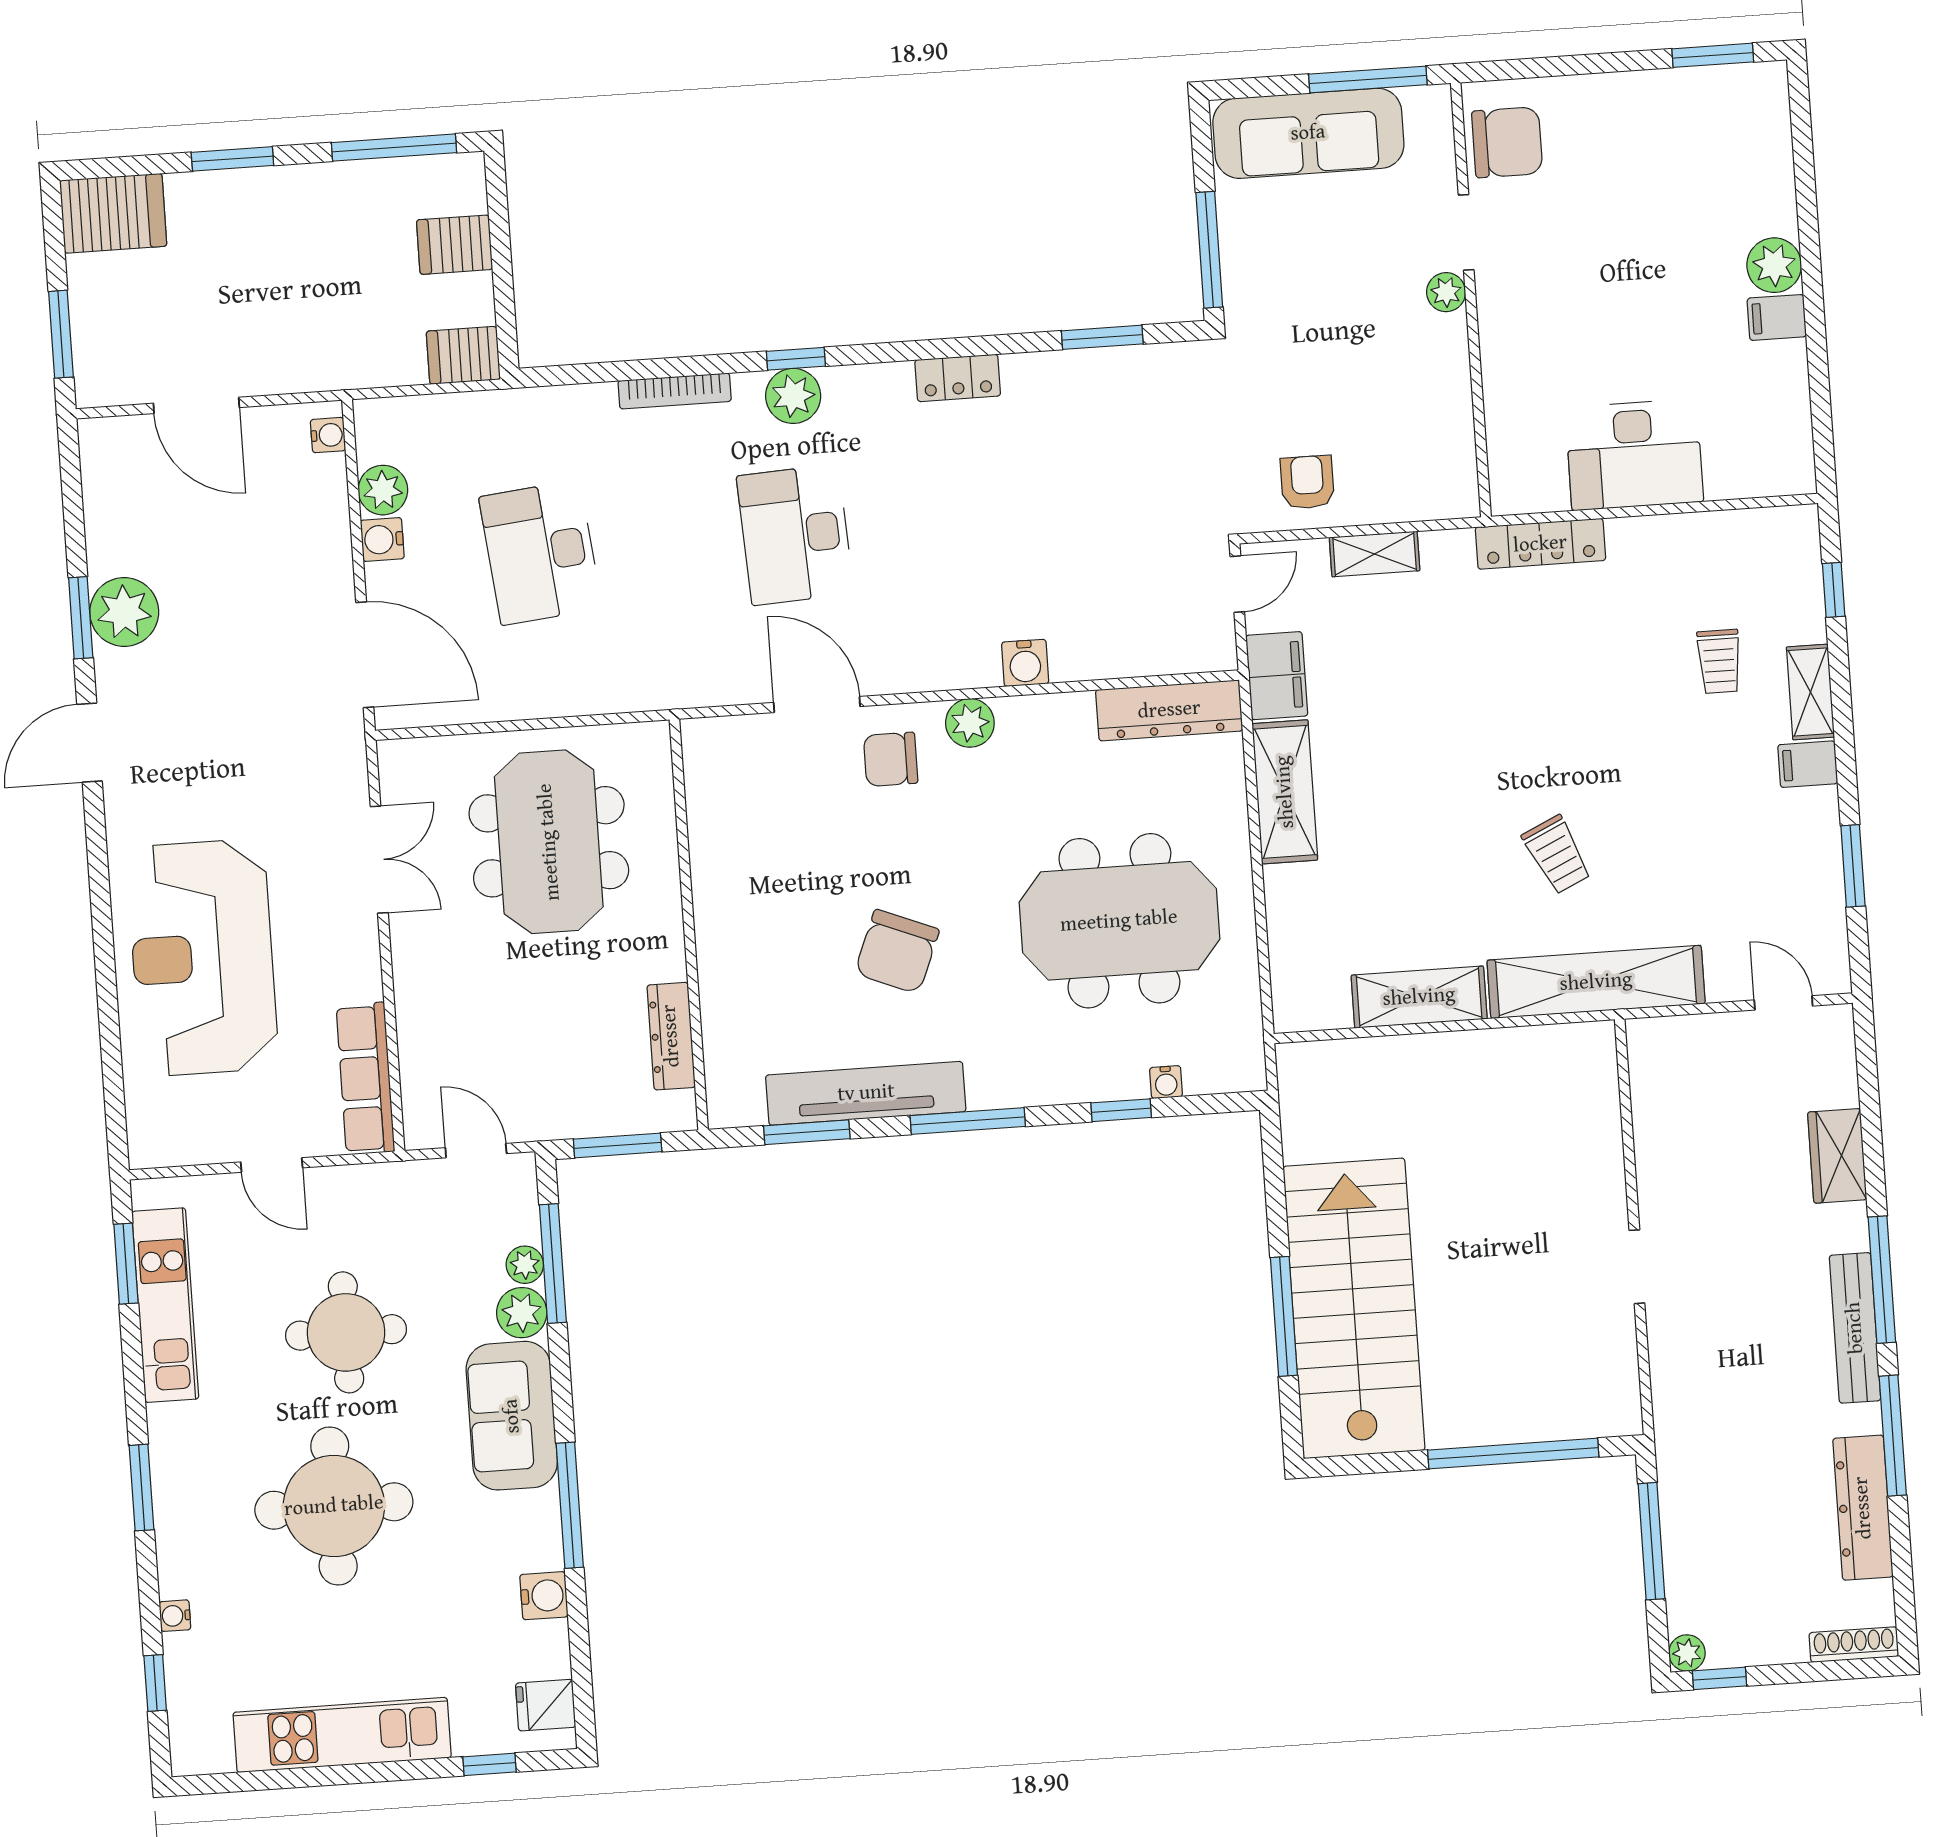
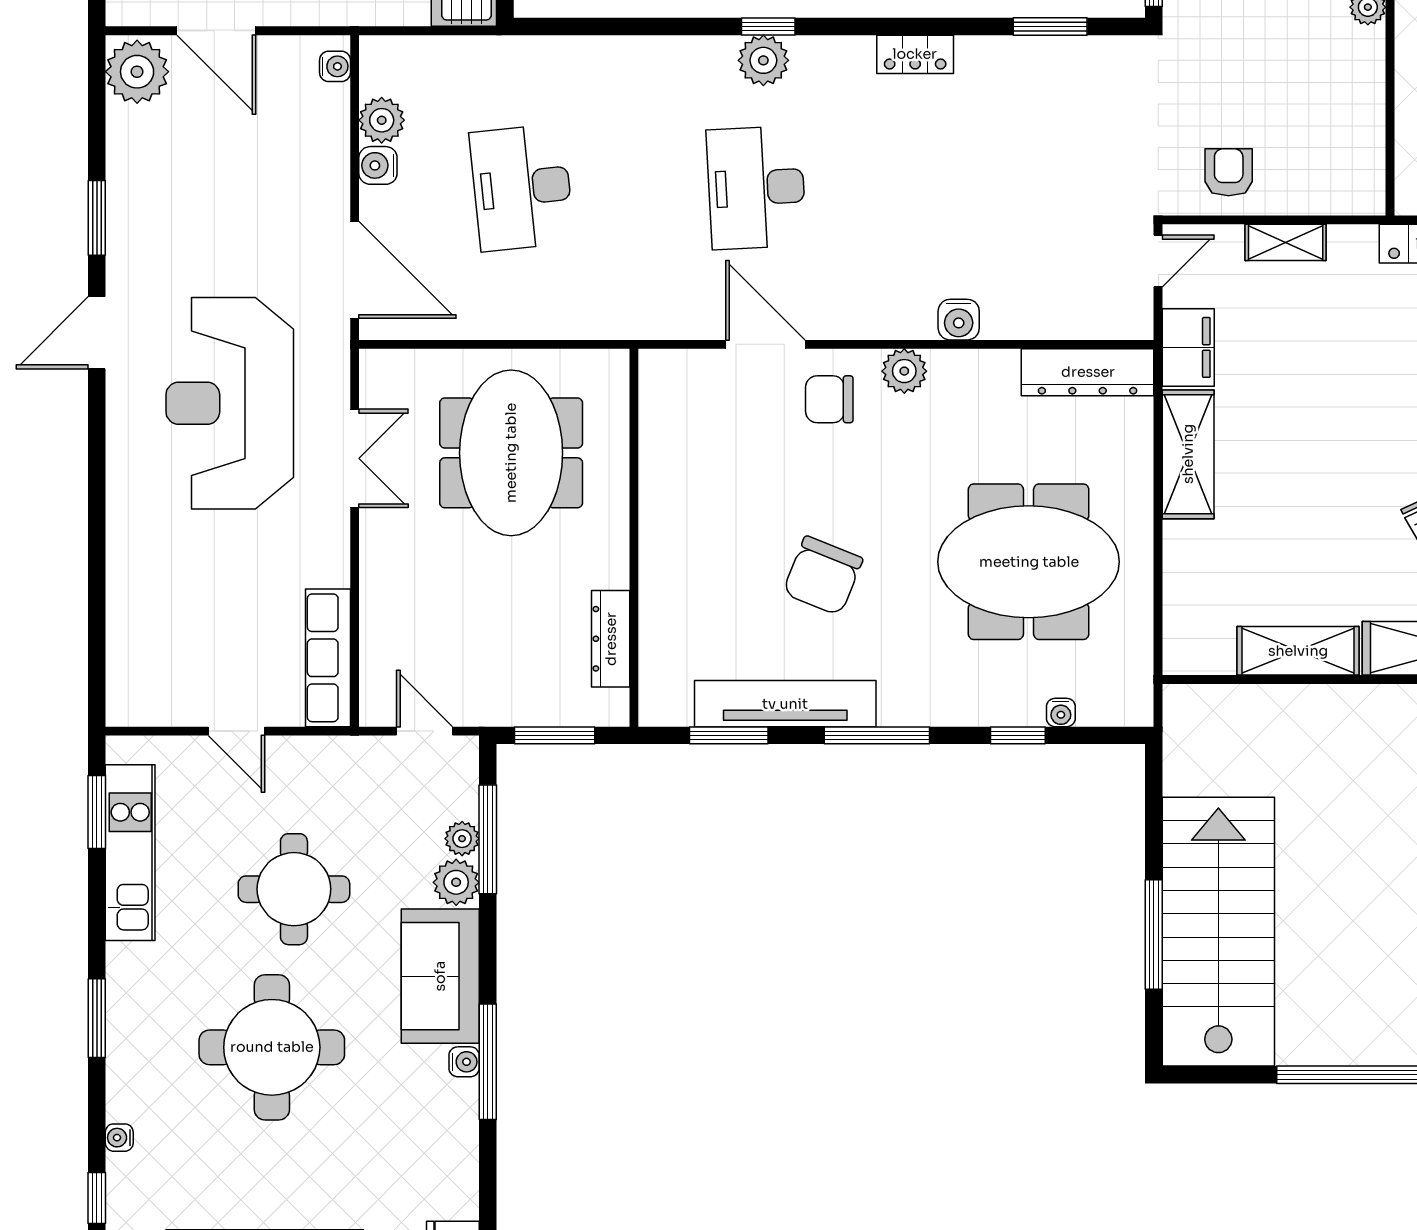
bookcase: (675, 391) -> (655, 48), removed
plant: (124, 612) -> (137, 72), moved
reception desk: (202, 958) -> (230, 403), moved
water cooler: (544, 1596) -> (464, 1062), moved, width x0.72, depth x0.72

